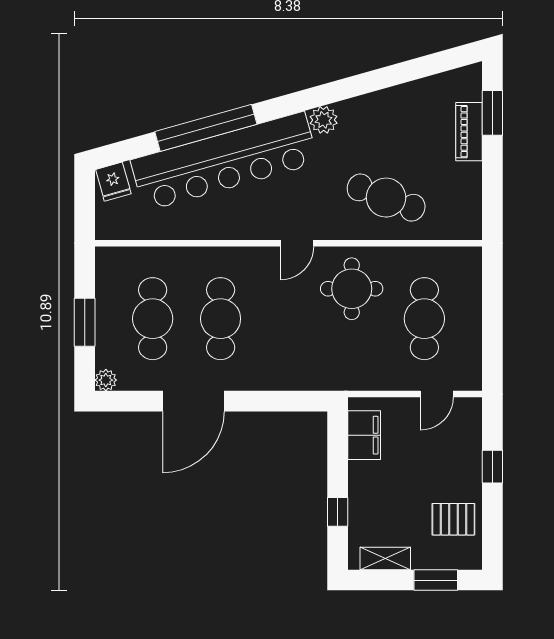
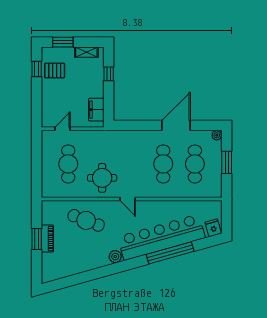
window: (492, 113) -> (37, 239), moved
piano: (469, 132) -> (47, 239), moved
door: (297, 243) -> (128, 199), swing flipped
window: (492, 467) -> (37, 69), moved

